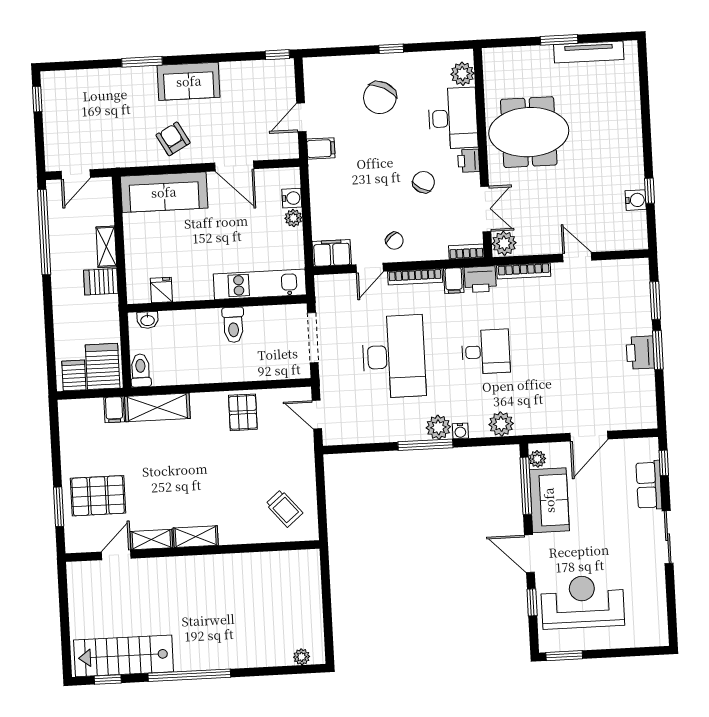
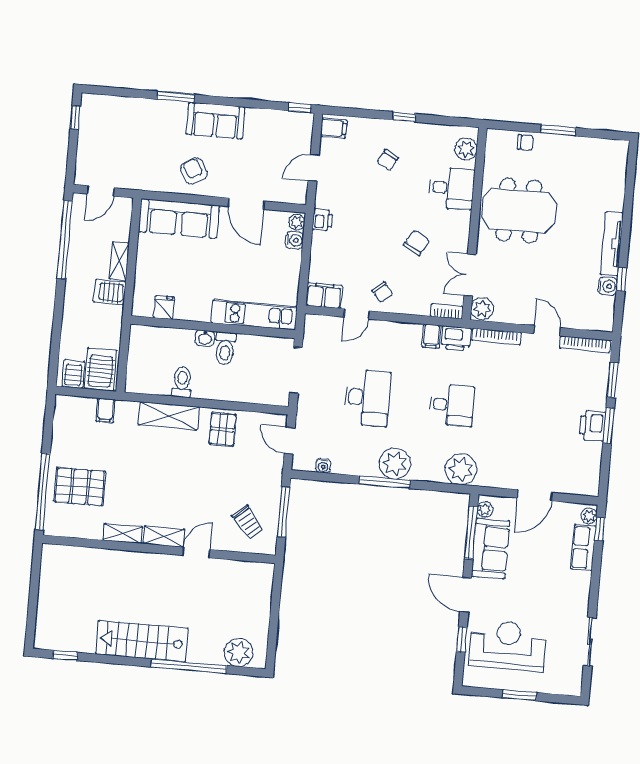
tv unit: (589, 52) -> (612, 244), moved, turned 90
chair: (525, 58) -> (525, 142), added
chair: (380, 98) -> (388, 160), width x0.54, depth x0.54
desk: (453, 118) -> (452, 188), width x0.73
filing cabinet: (321, 148) -> (334, 128), moved
printer: (469, 161) -> (322, 220), moved, turned 180
double door: (486, 209) -> (470, 275), swing flipped
plant: (293, 218) -> (297, 222), moved
bookcase: (415, 277) -> (585, 344), moved
washbasin: (148, 320) -> (205, 338), moved
desk: (394, 357) -> (367, 398), width x0.73, depth x0.77
toilet: (141, 370) -> (182, 382), moved
shelving: (157, 407) -> (169, 416), moved
plant: (501, 424) -> (461, 469), width x1.36, depth x1.36
plant: (438, 427) -> (395, 463), width x1.36, depth x1.36
water cooler: (460, 431) -> (323, 466), moved
plant: (650, 450) -> (589, 516), added
window: (321, 492) -> (283, 512), added
window: (59, 507) -> (43, 492), width x2.11
sliding door: (668, 537) -> (590, 642), moved
door: (116, 555) -> (196, 552), moved
stairs: (124, 656) -> (142, 641), moved
window: (564, 656) -> (519, 695), moved
plant: (302, 657) -> (239, 652), width x1.88, depth x1.88
window: (189, 675) -> (189, 666), moved

